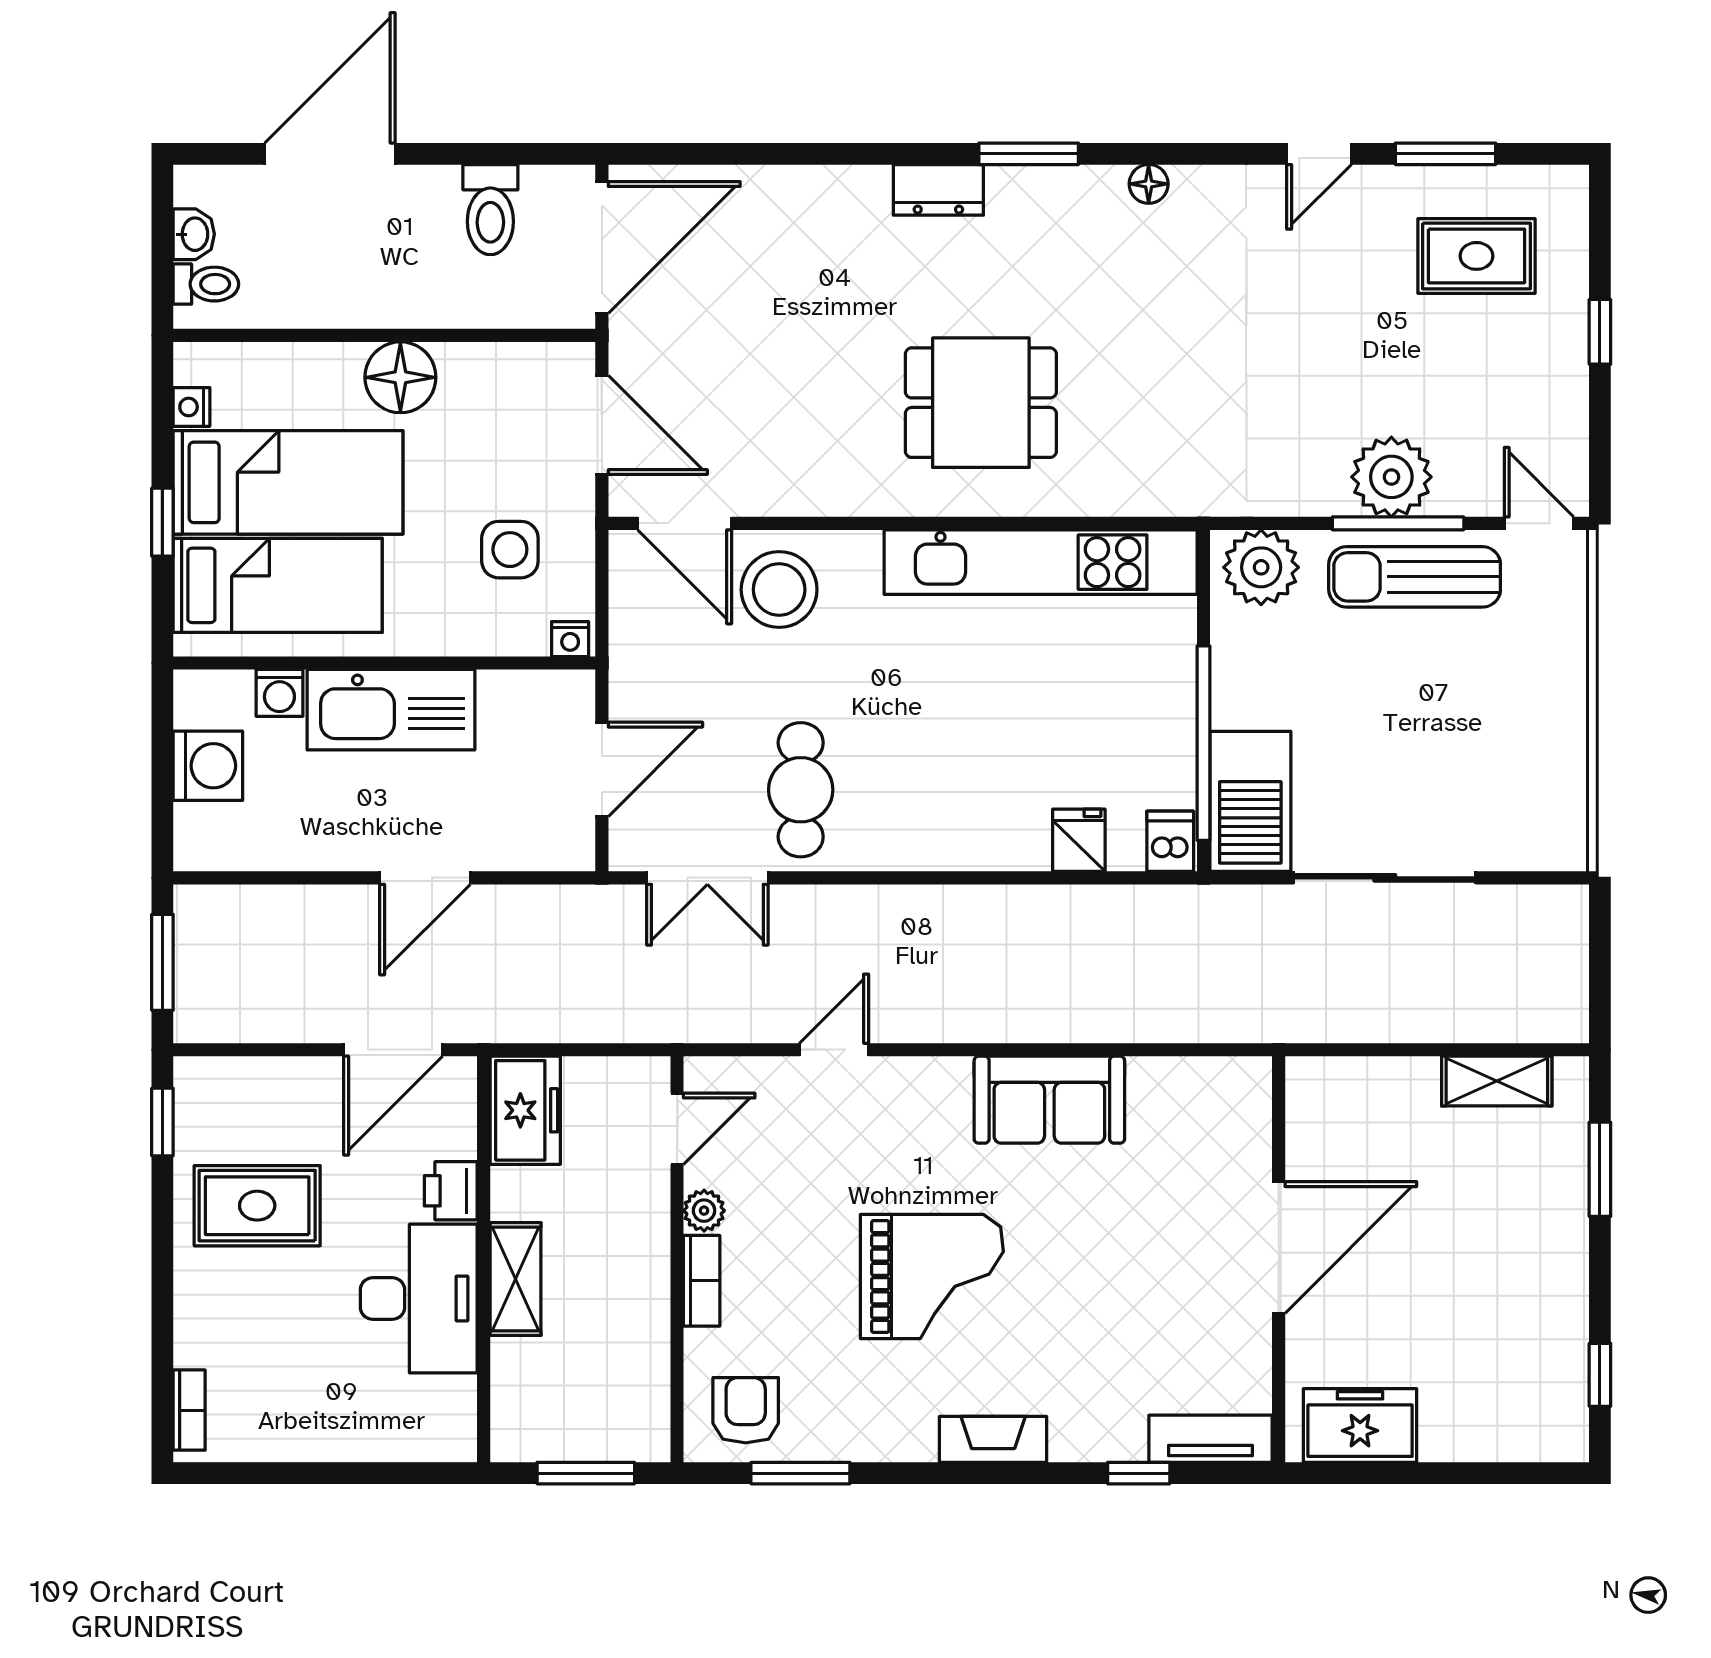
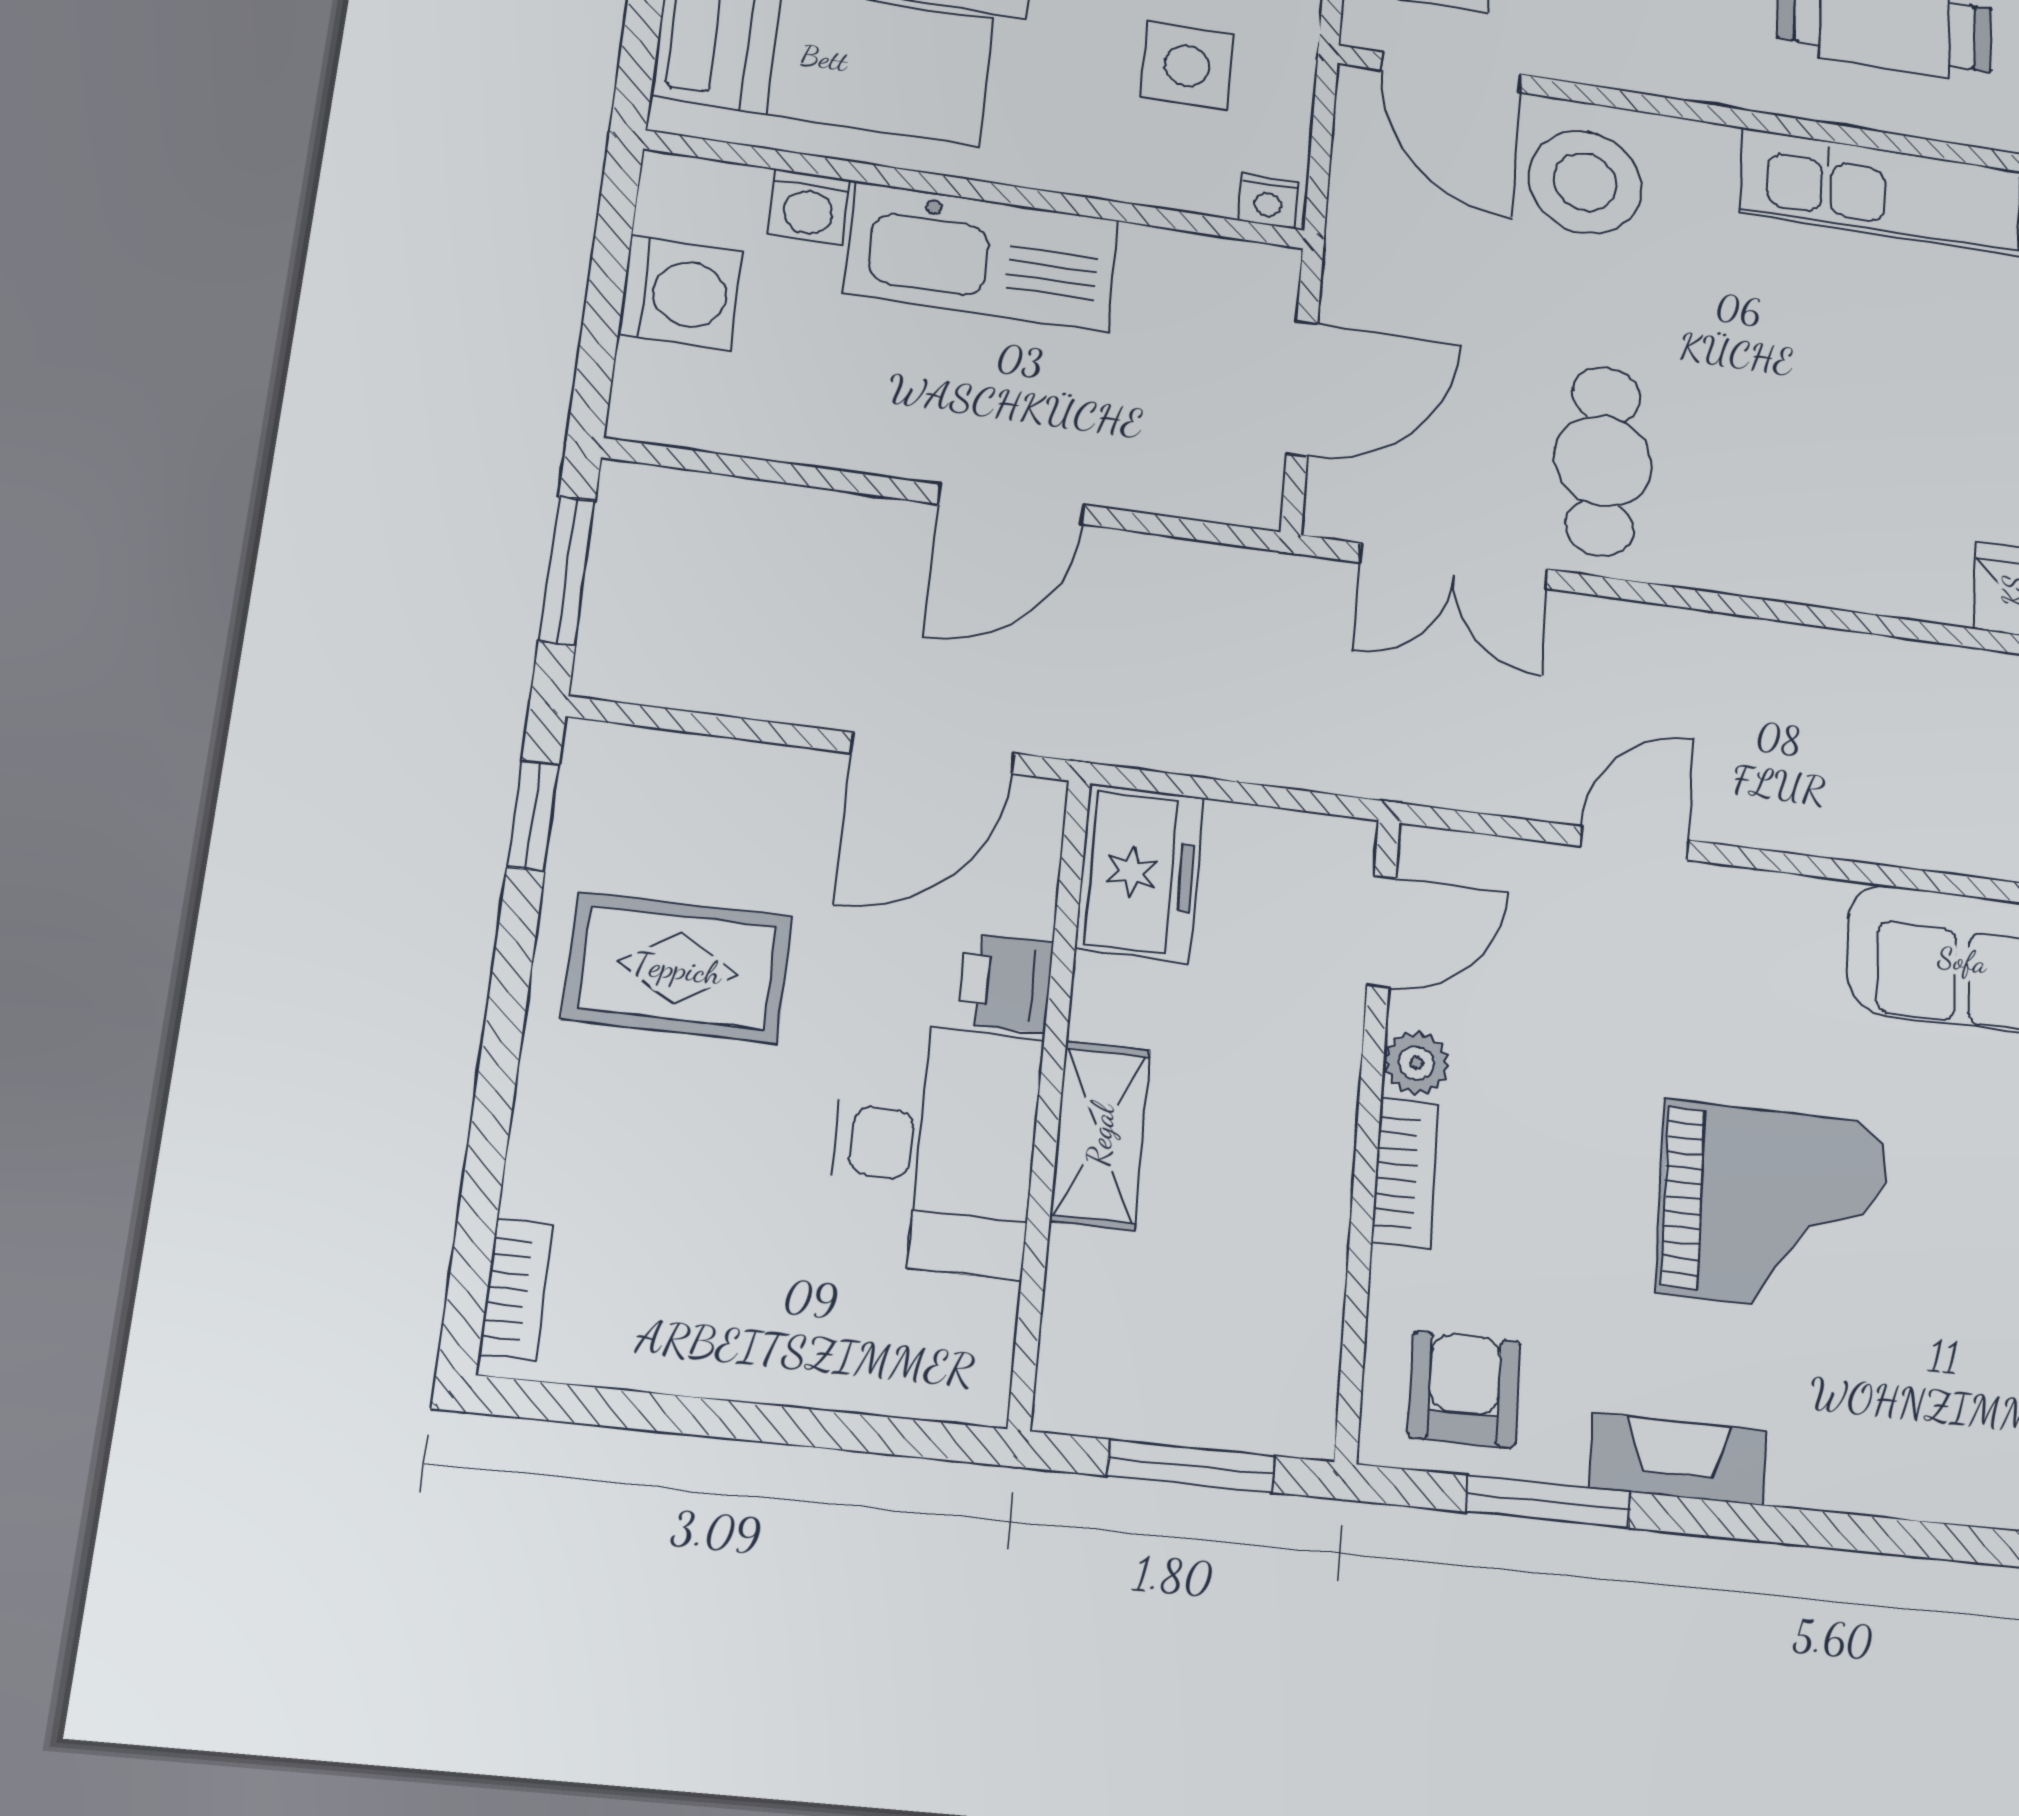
fireplace: (993, 1439) -> (1678, 1459), moved

